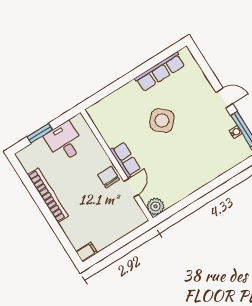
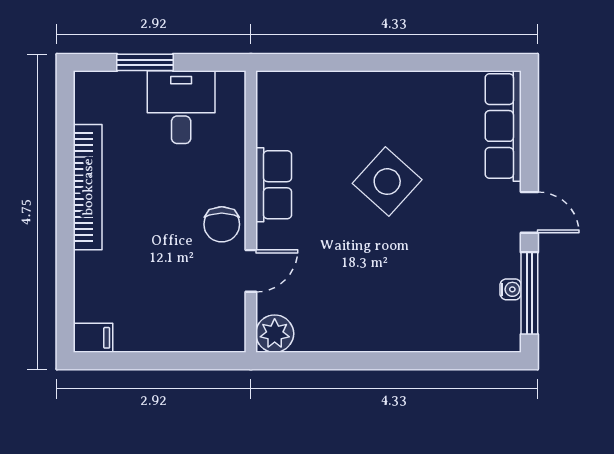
row of seats: (160, 72) -> (503, 126), moved, turned 90
row of seats: (125, 160) -> (274, 185), moved
chair: (109, 177) -> (222, 224), turned 180

